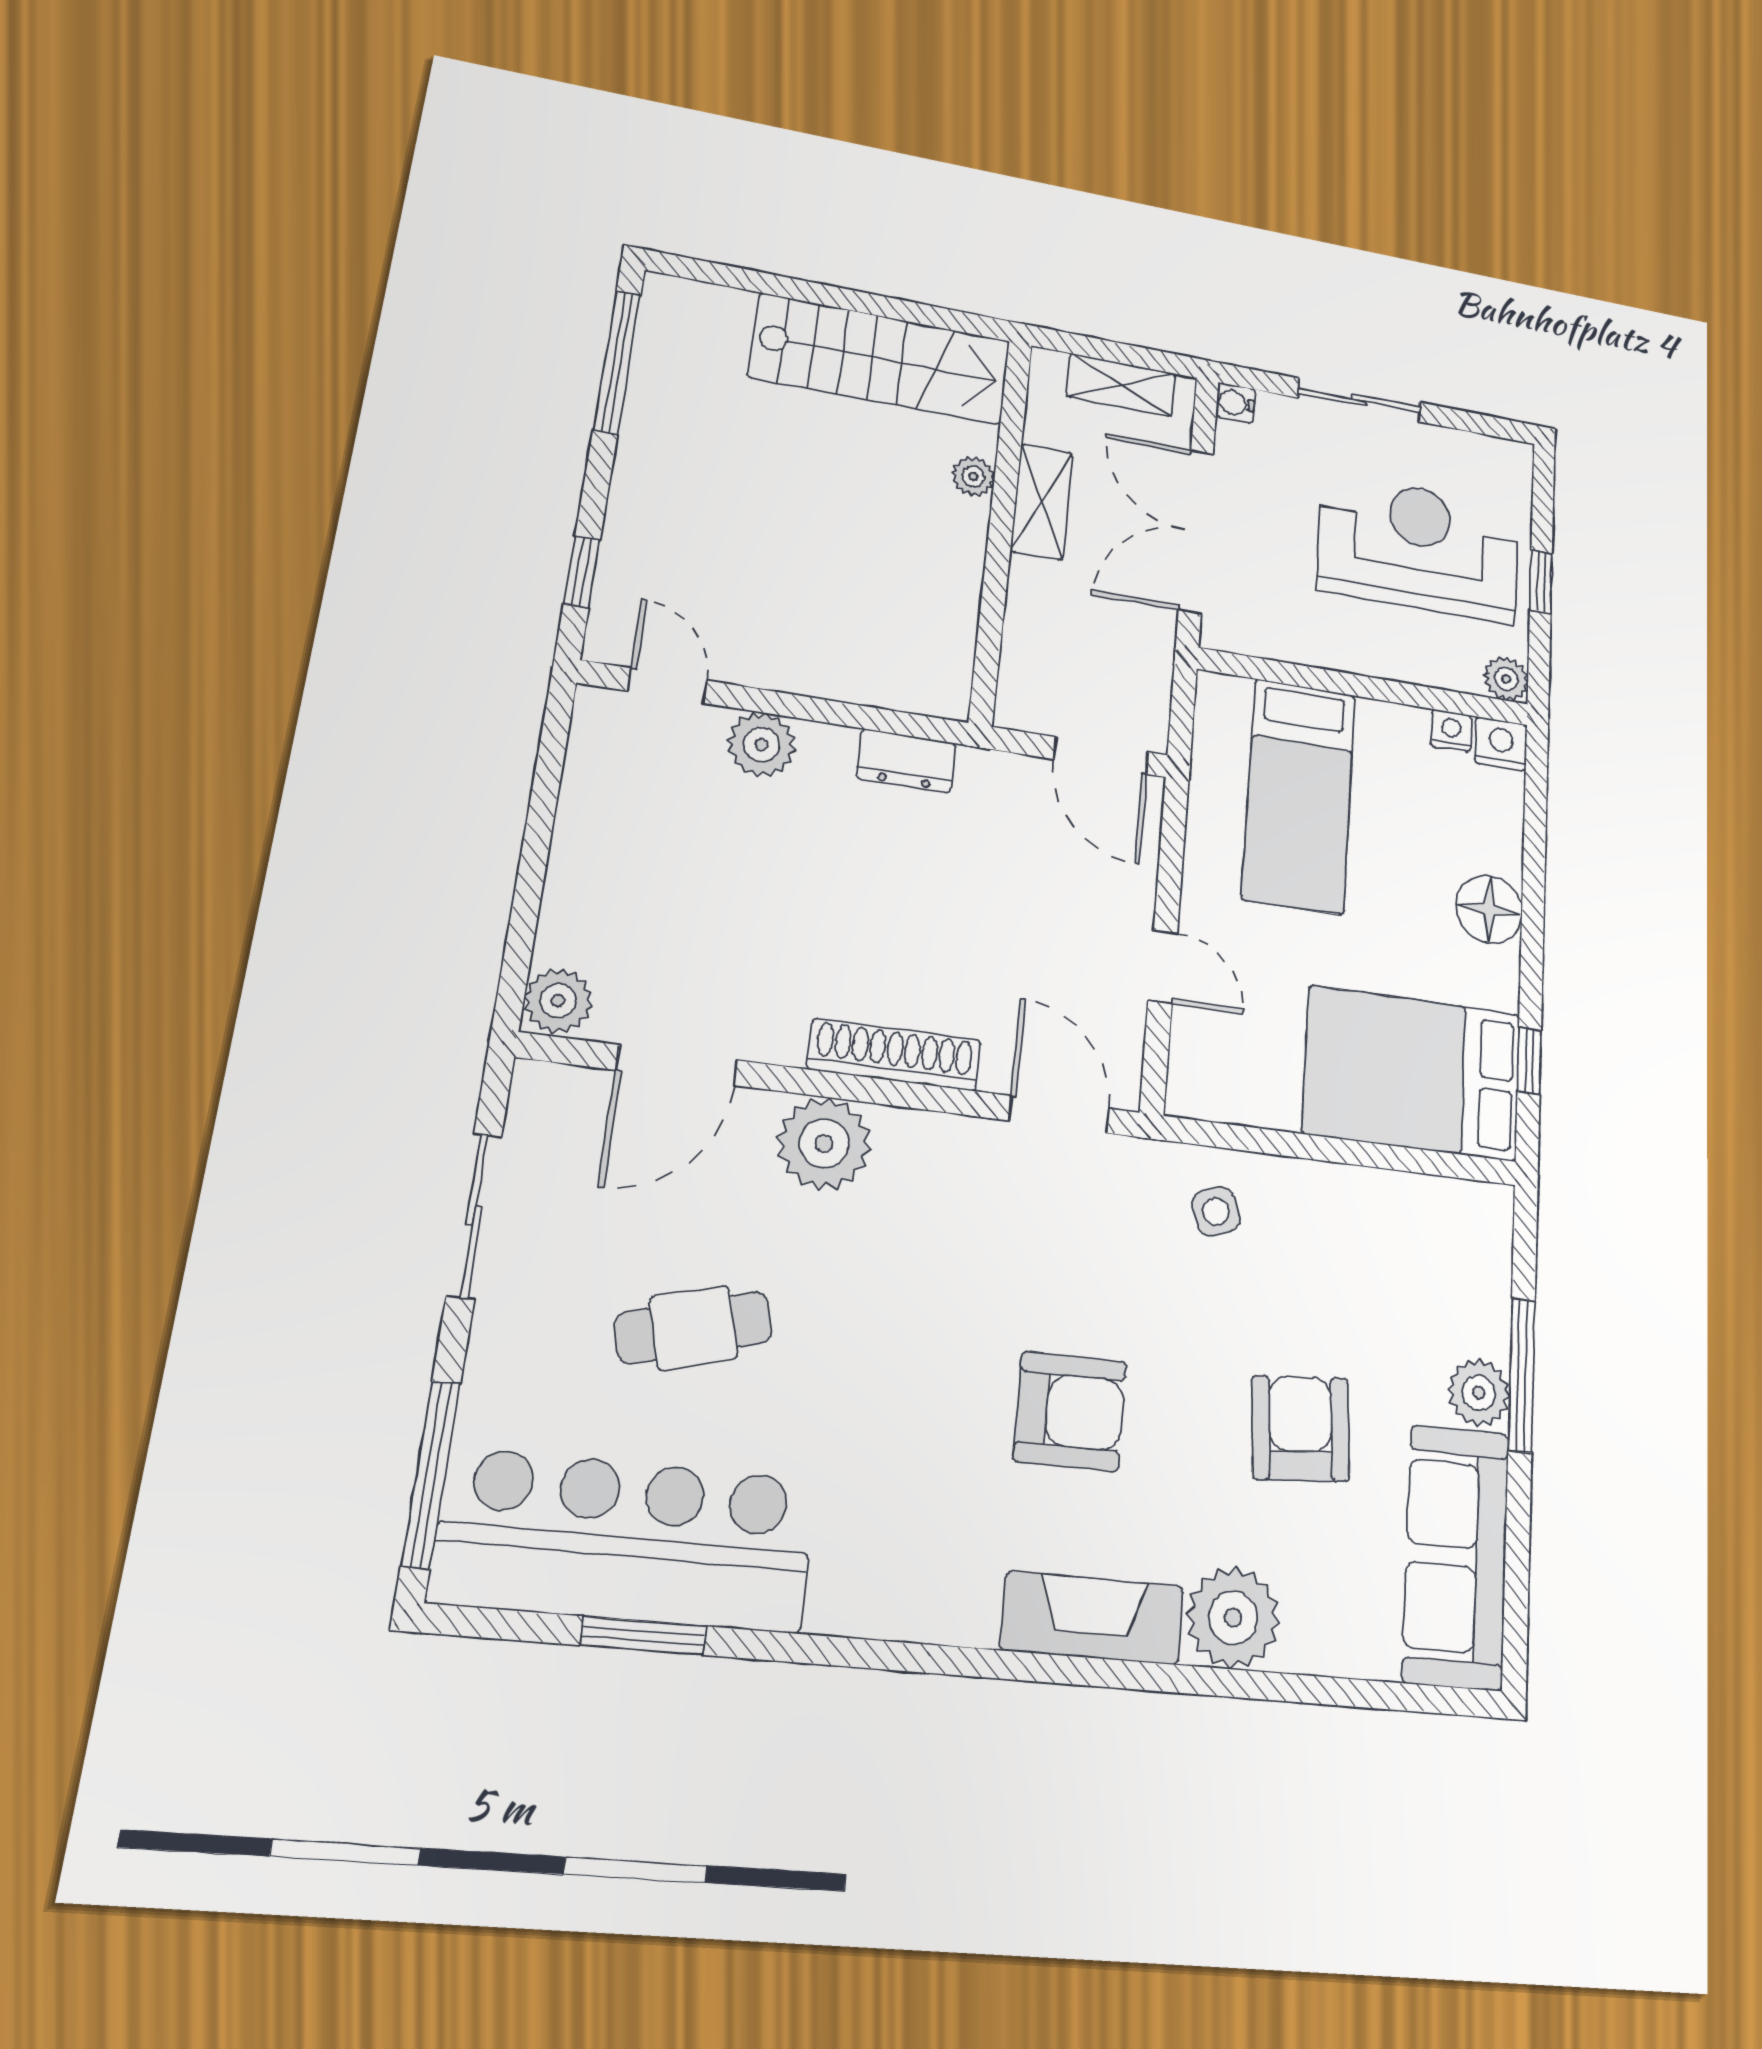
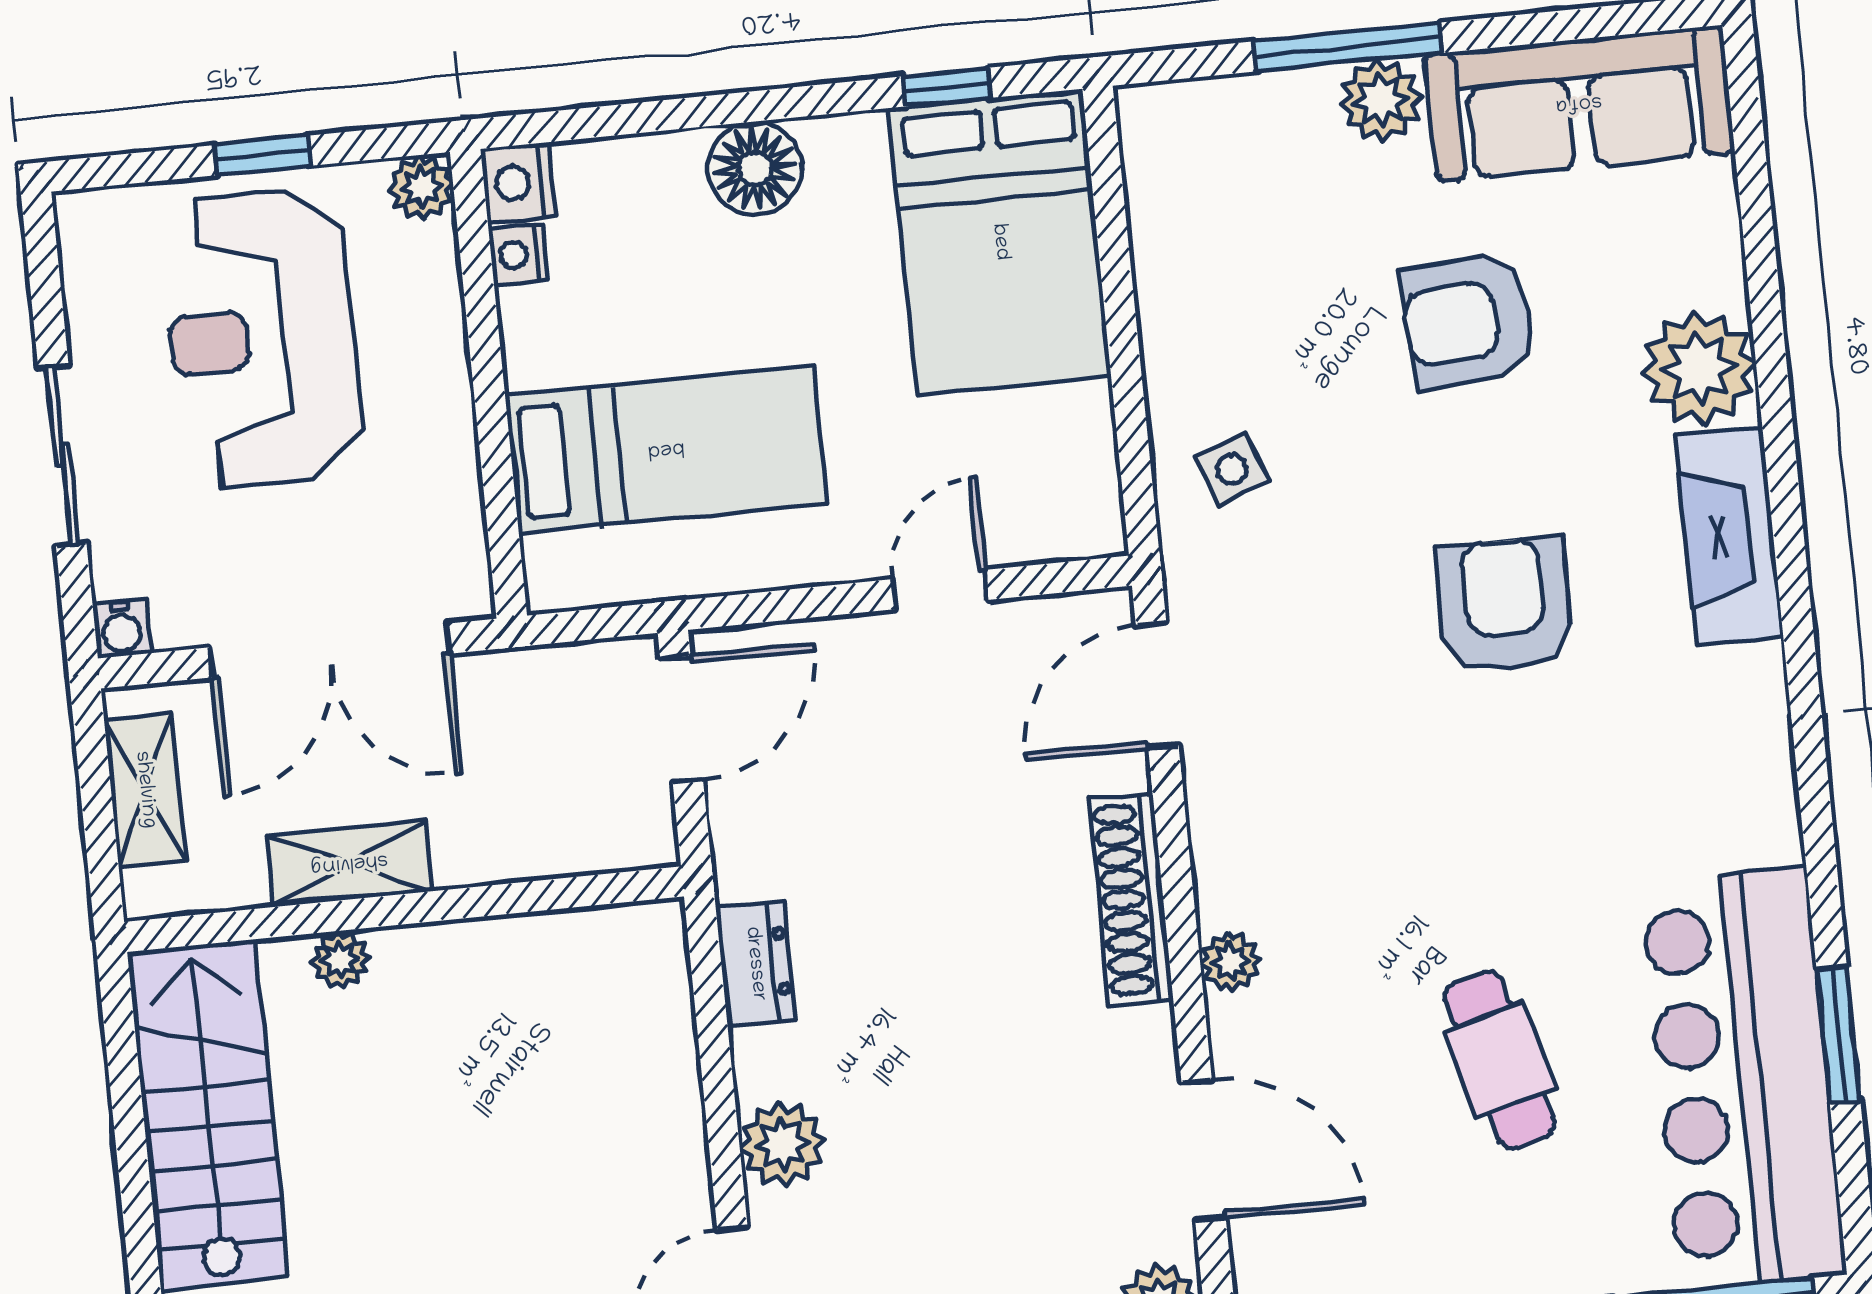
plant: (824, 1143) -> (1230, 962), width x0.53, depth x0.53

